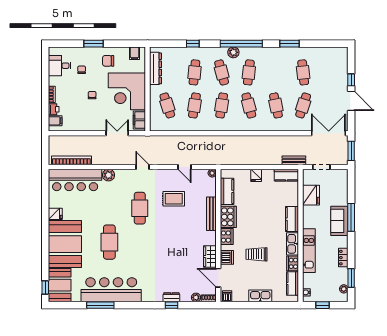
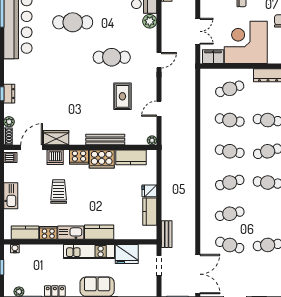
kitchen counter: (286, 175) -> (150, 212), moved
kitchen unit: (309, 251) -> (89, 251), moved

